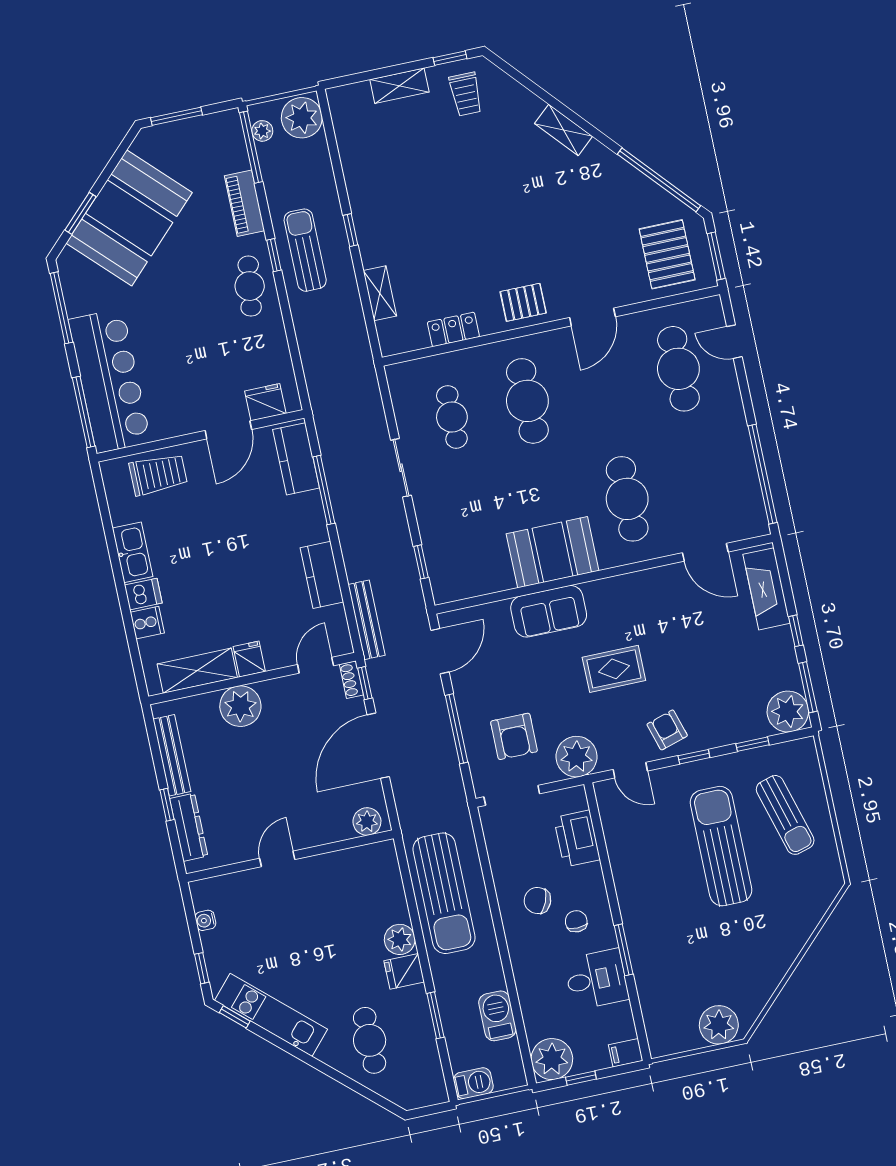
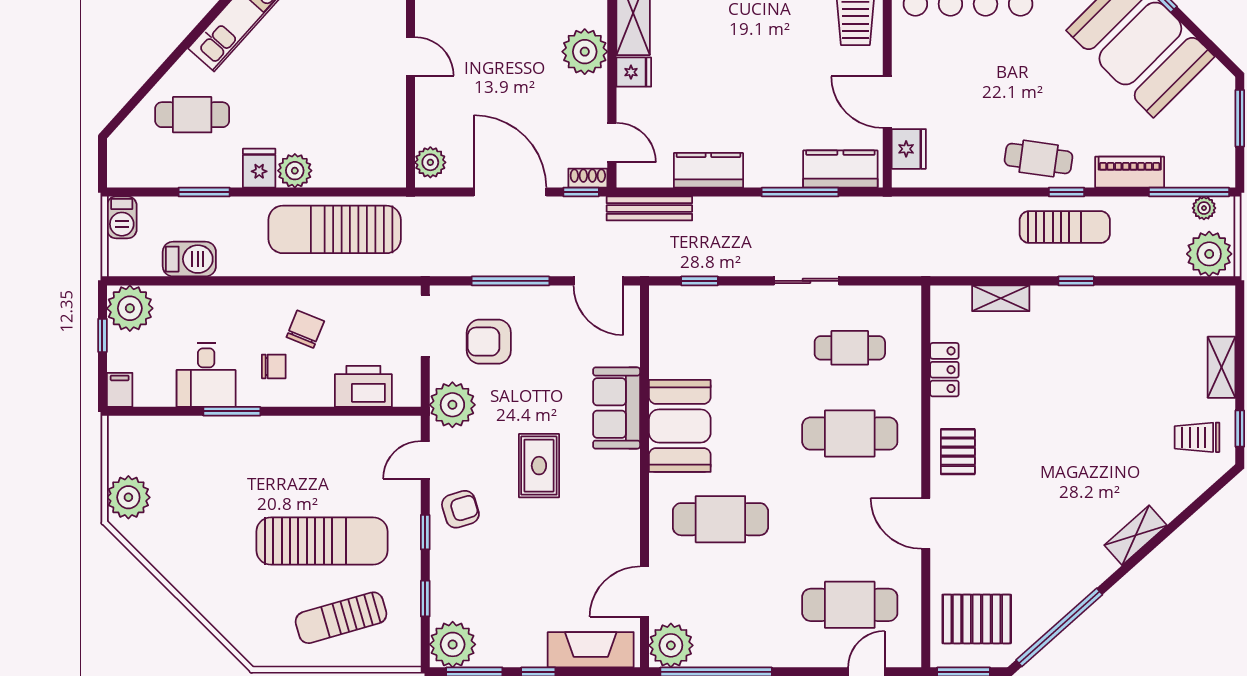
plant: (748, 519) -> (671, 645), added

